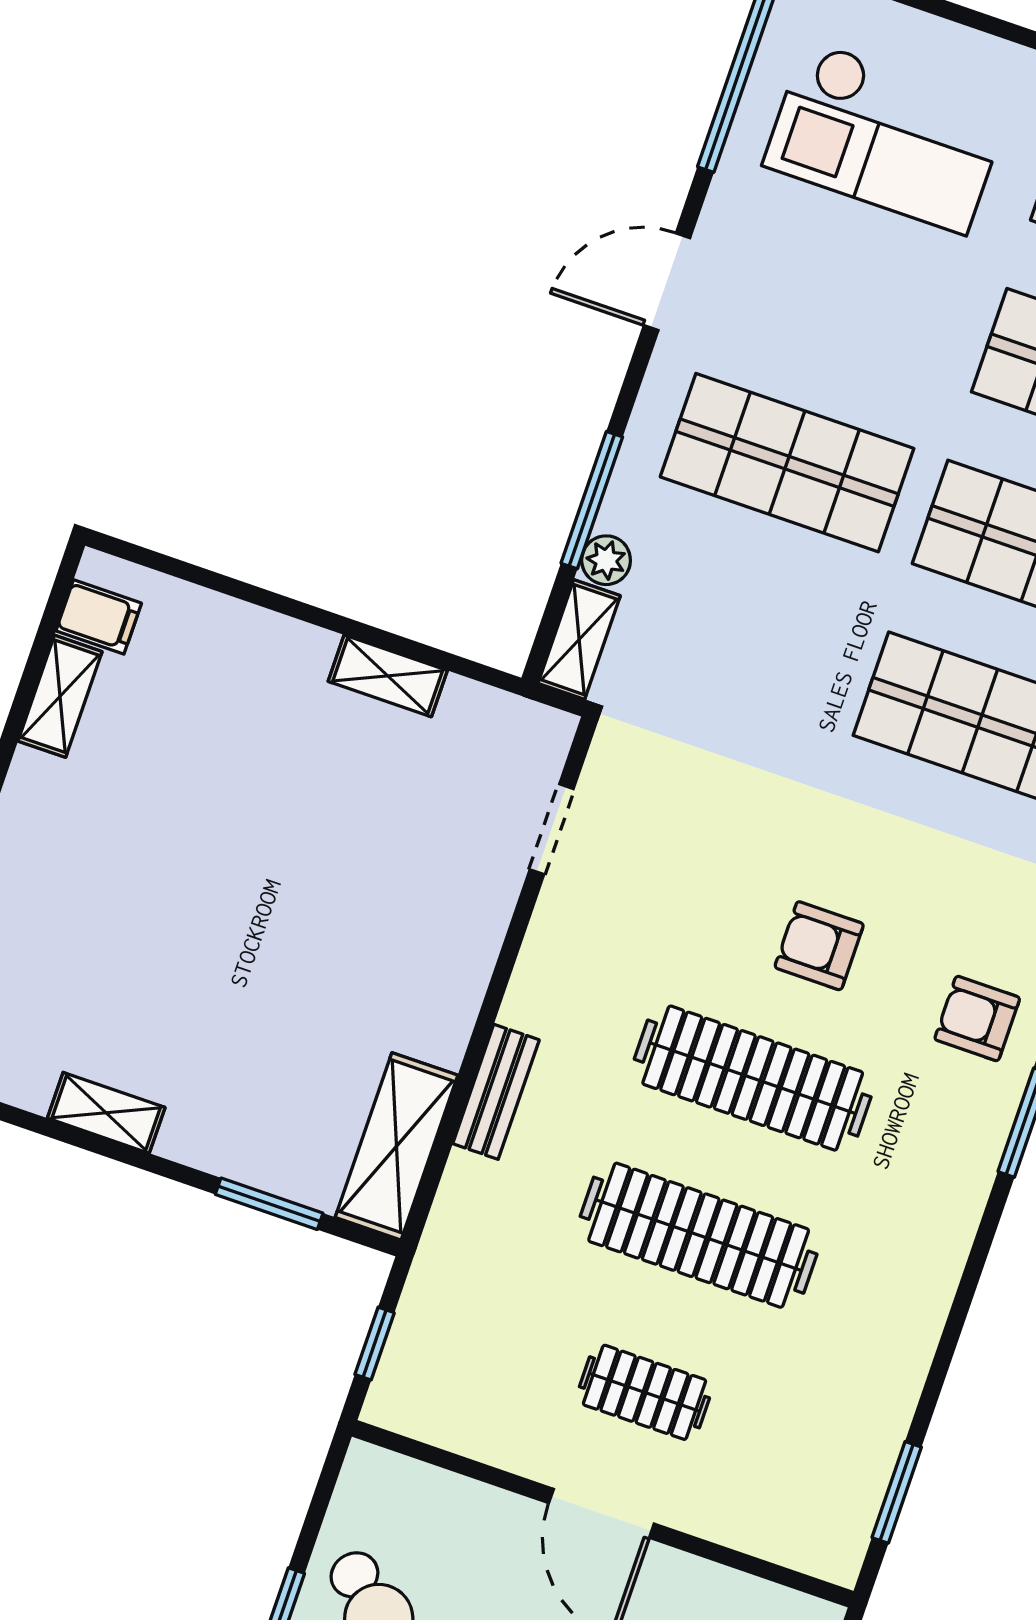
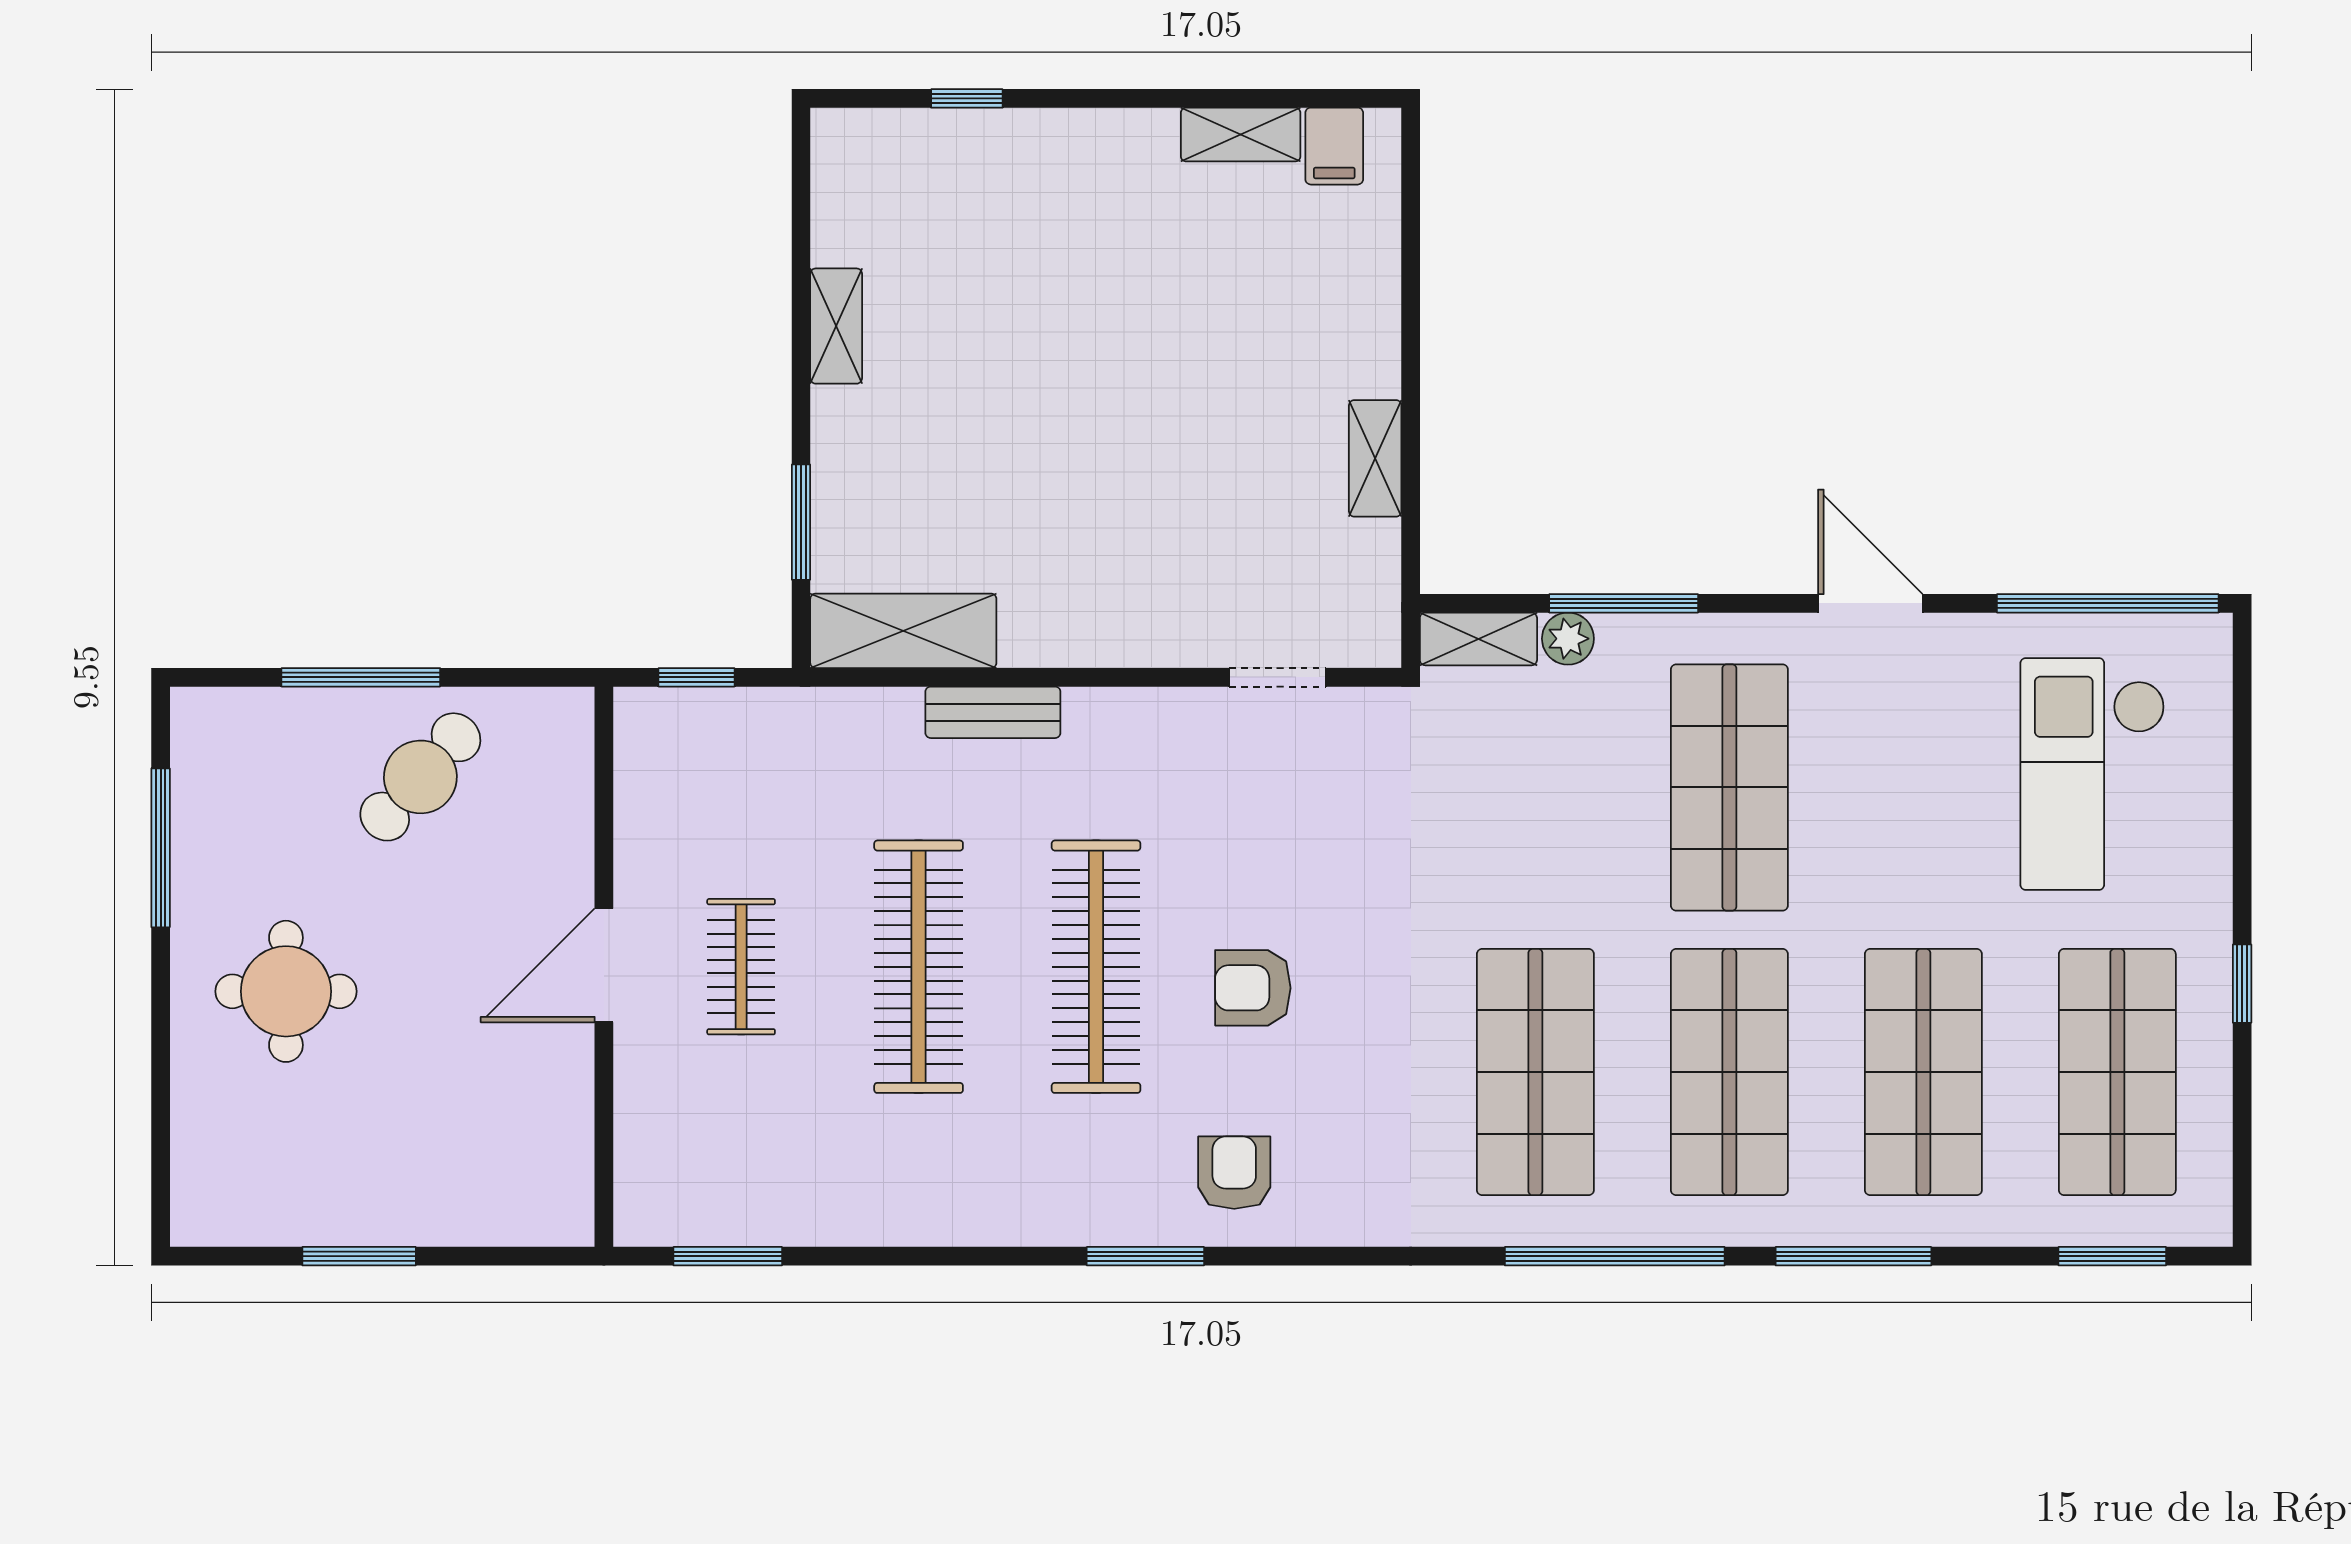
armchair: (819, 946) -> (1253, 988), turned -90

